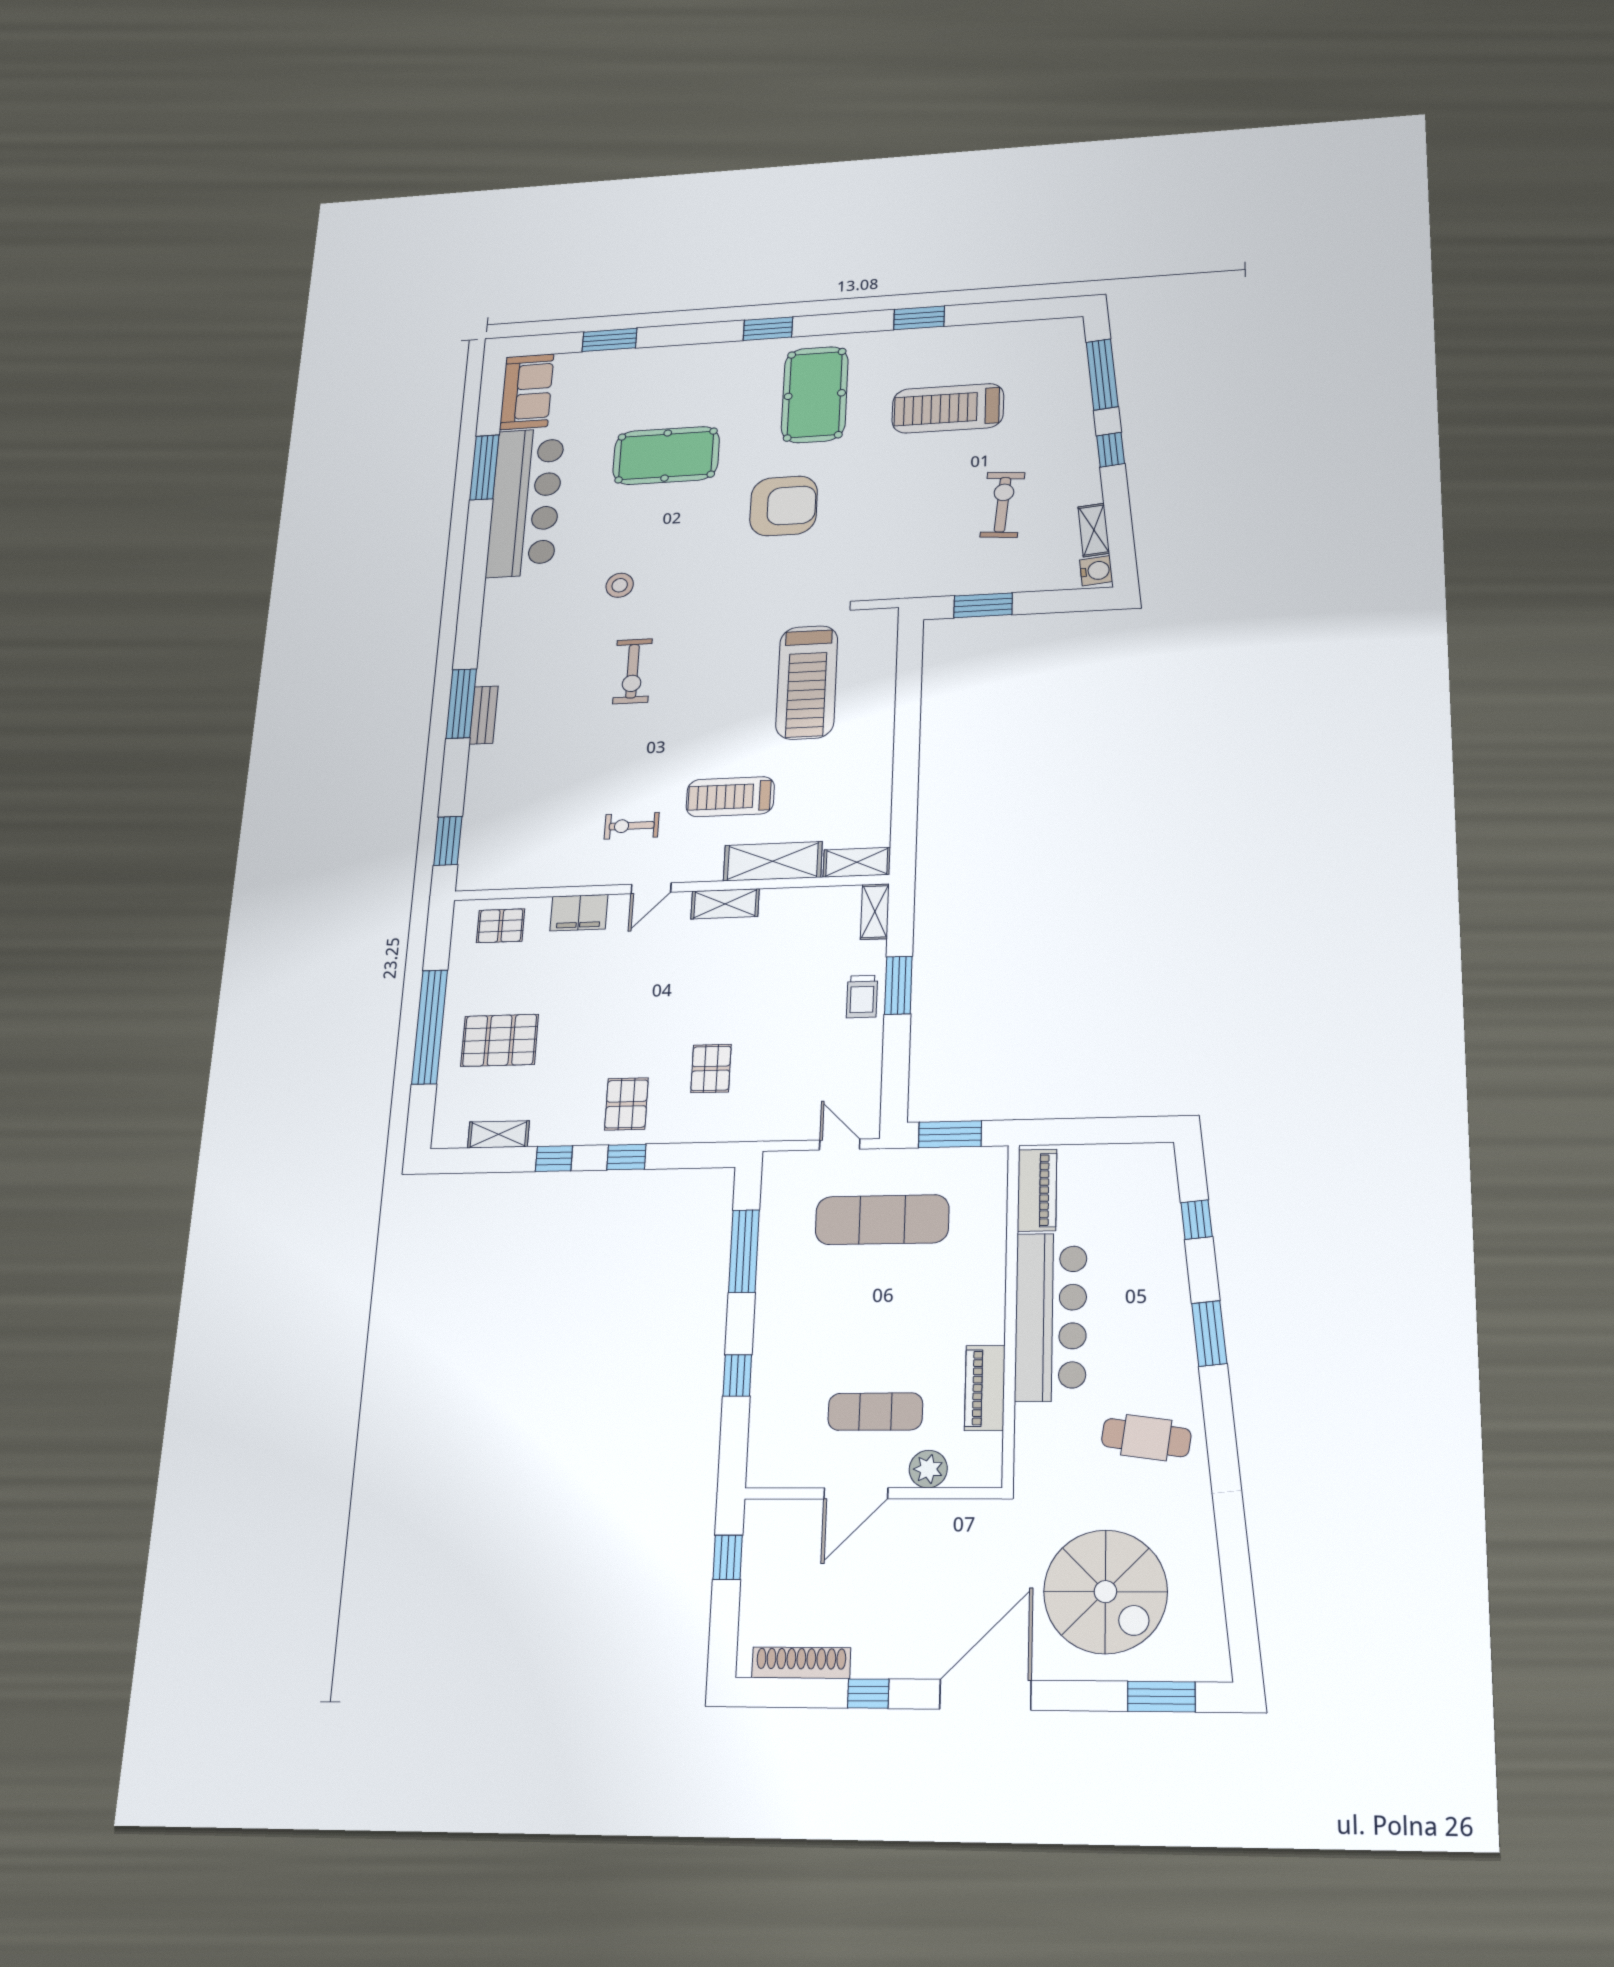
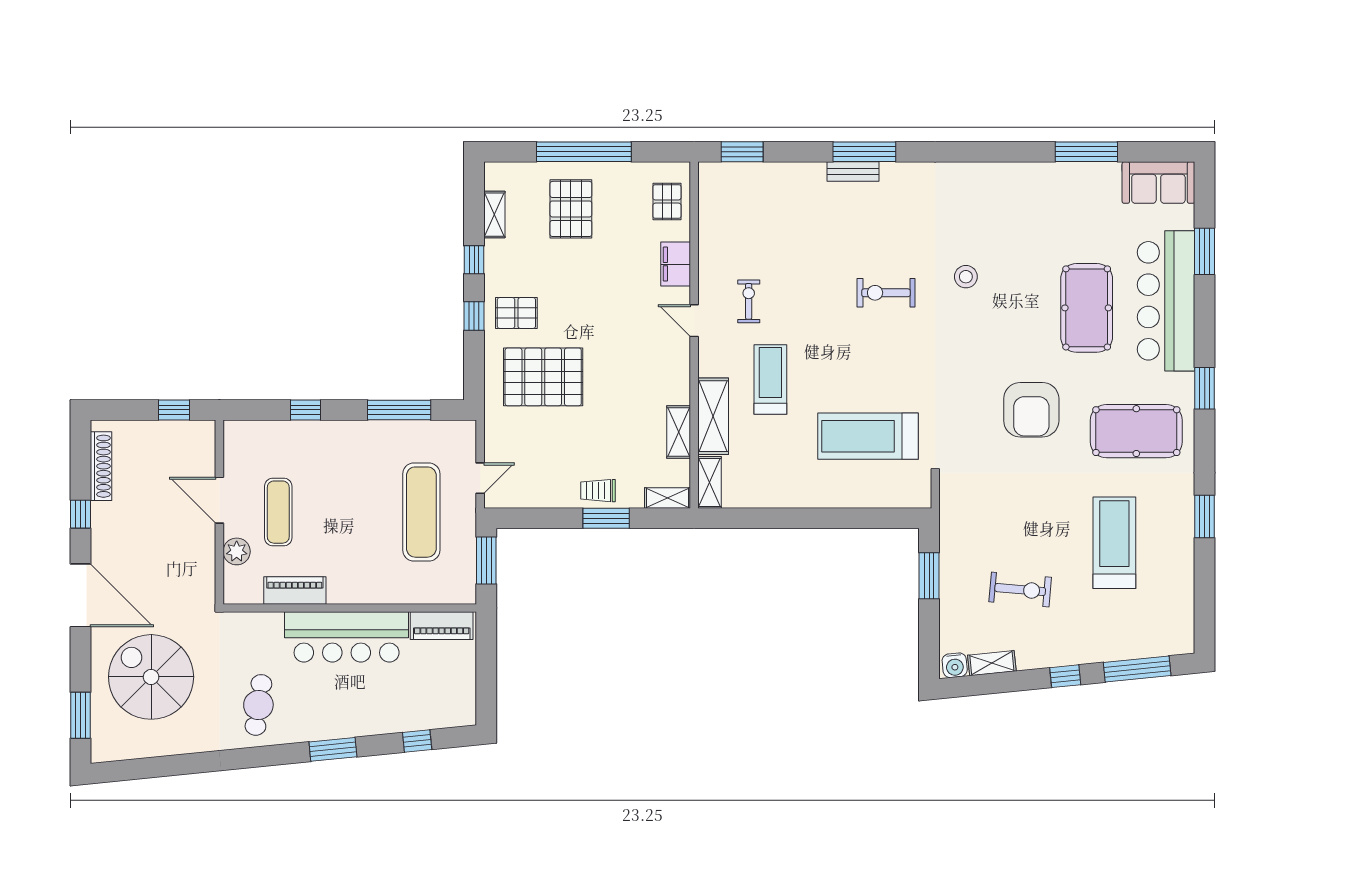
bar counter: (525, 502) -> (1166, 301), moved, turned 90
shelving: (725, 904) -> (679, 432), moved
pallet: (711, 1068) -> (543, 377), width x2.05, depth x2.00
spiral stairs: (1105, 1592) -> (151, 677), turned 90

